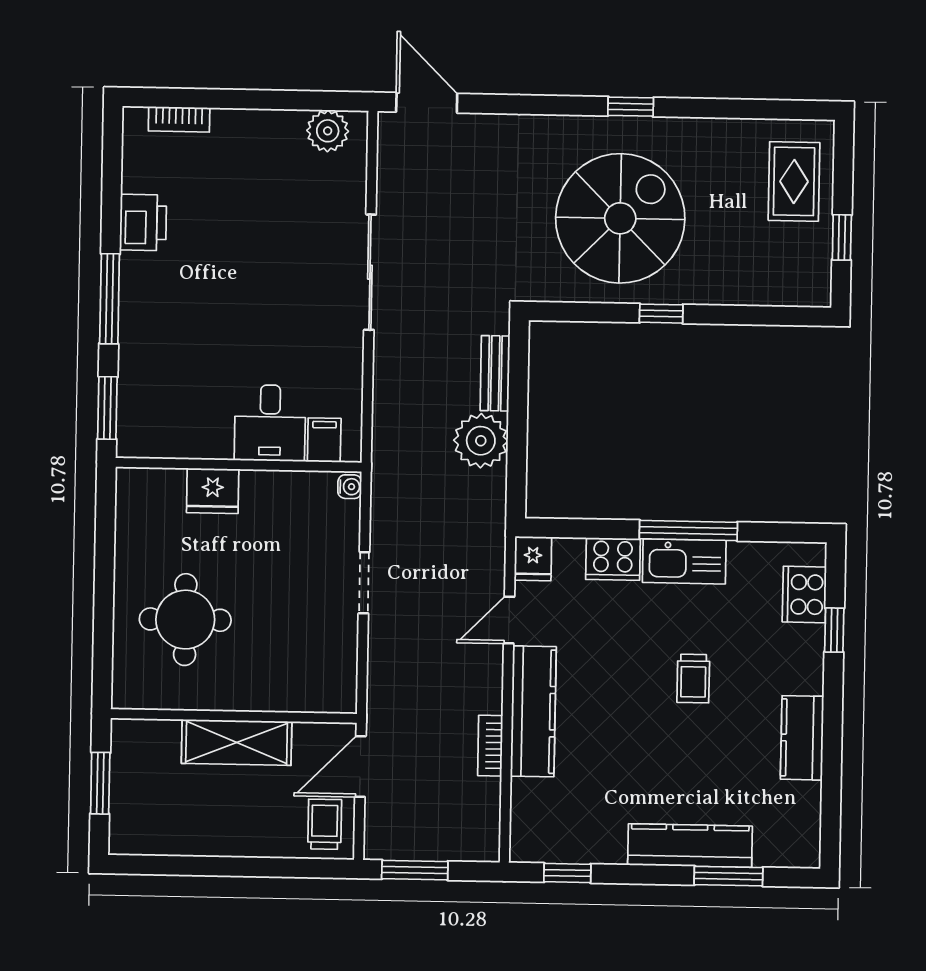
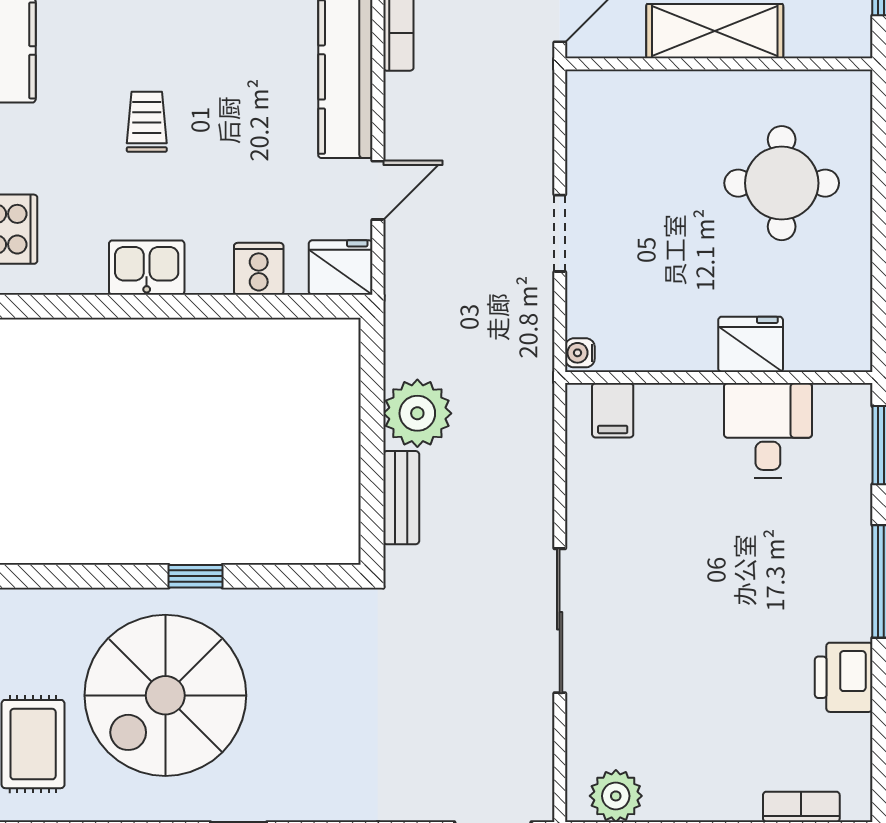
spiral stairs: (620, 218) -> (165, 695), moved
desk: (270, 423) -> (768, 430), moved
window: (688, 531) -> (156, 306), removed
fridge: (533, 559) -> (341, 267), width x1.38
cooker: (613, 559) -> (259, 269), width x0.73
kitchen sink: (684, 561) -> (147, 268), width x0.73

